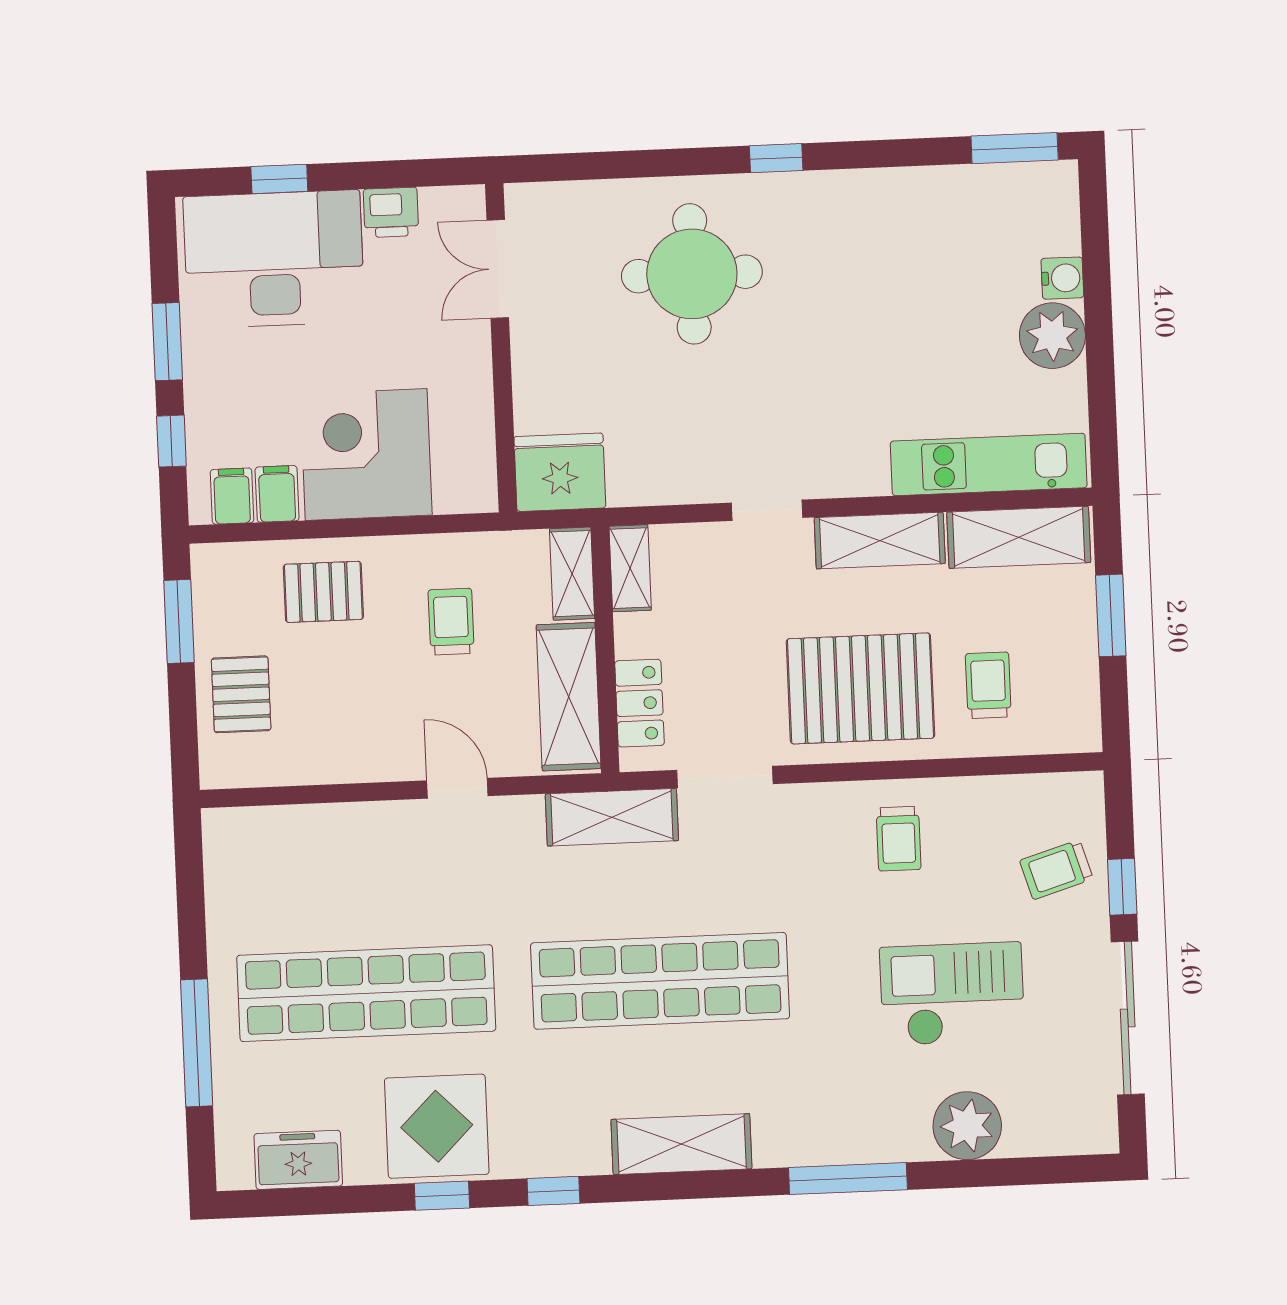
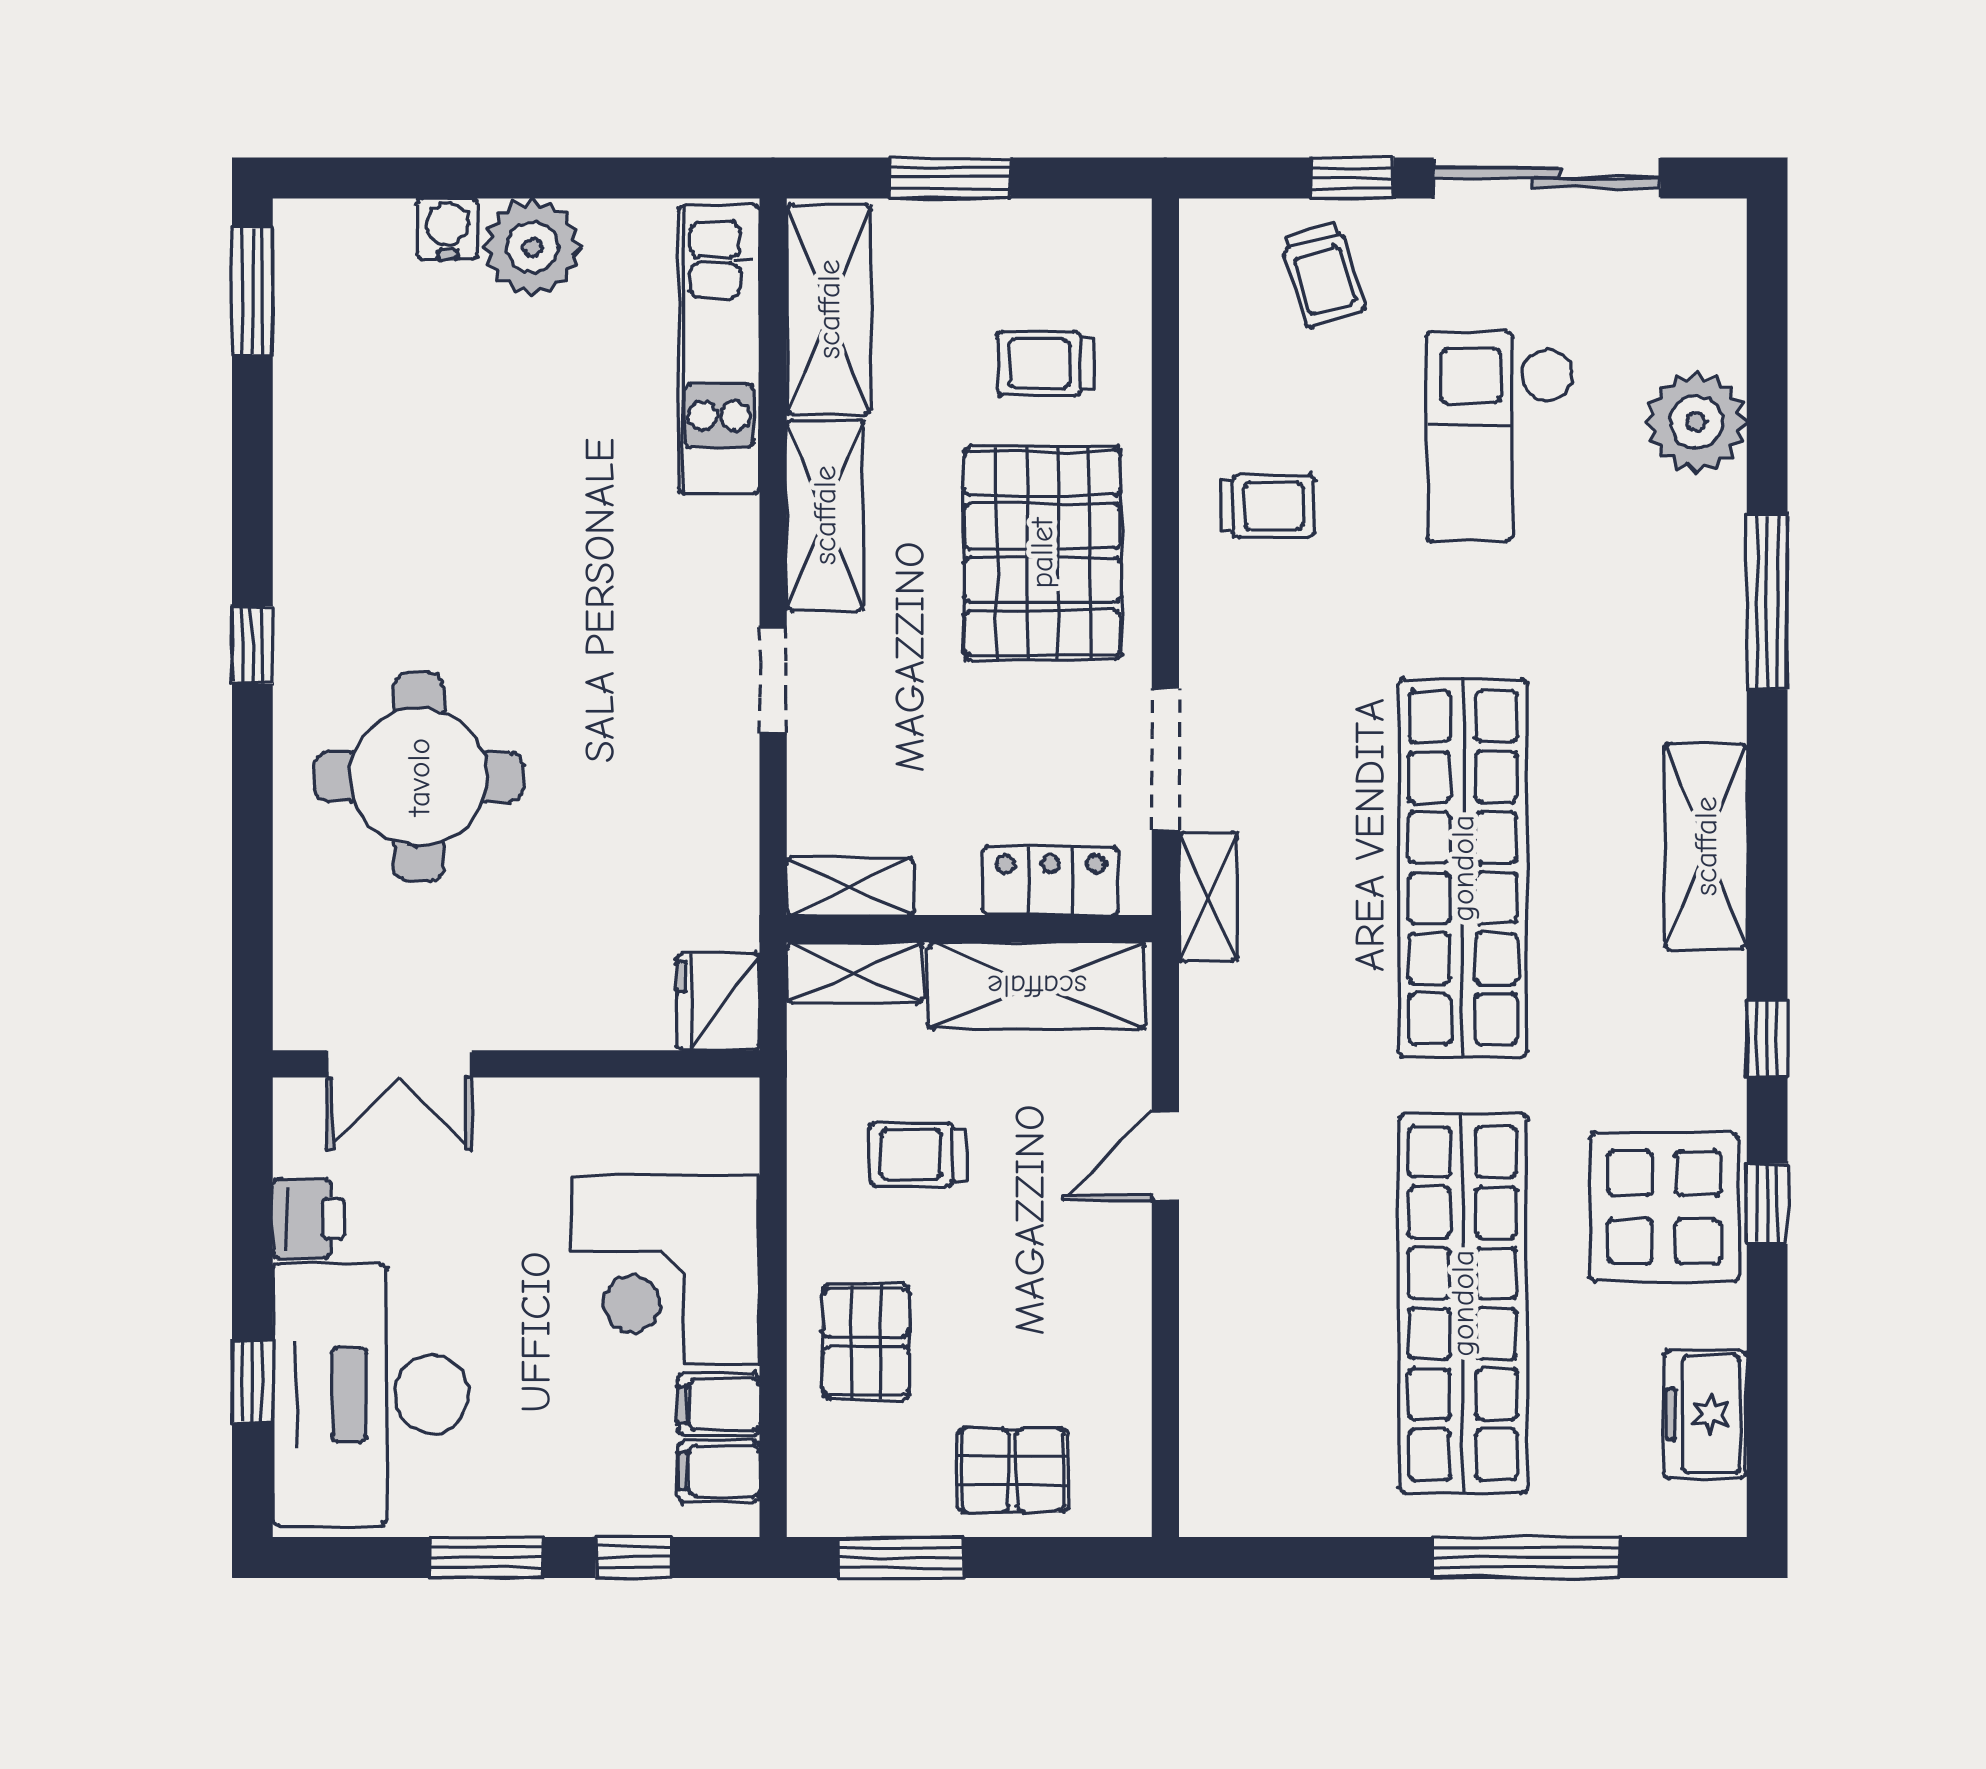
fridge: (560, 472) -> (718, 1002), width x0.73, depth x0.75
shelving: (612, 817) -> (1208, 896), width x0.67, depth x0.75

